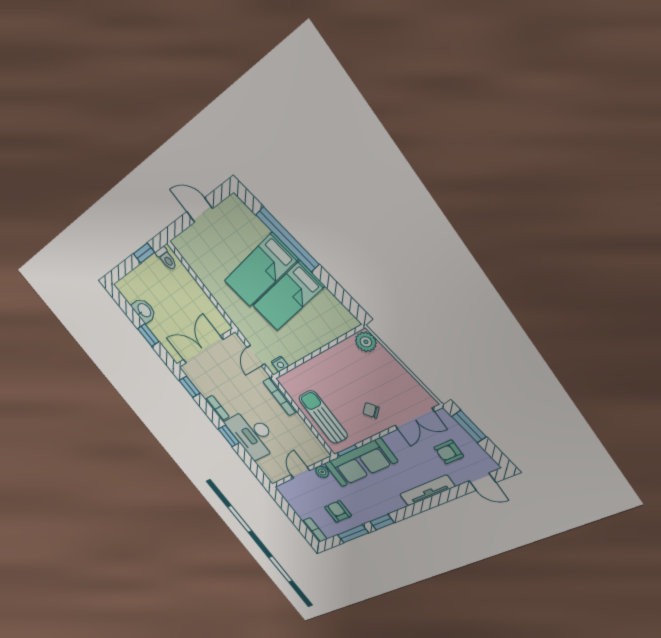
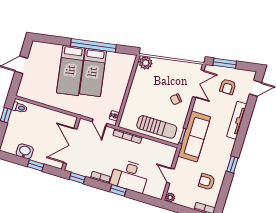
window: (288, 240) -> (93, 45), moved
sun lounger: (323, 417) -> (157, 127), turned 180
plant: (322, 472) -> (170, 197), moved
window: (353, 534) -> (225, 189), removed

